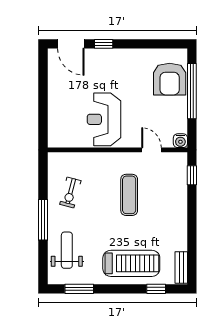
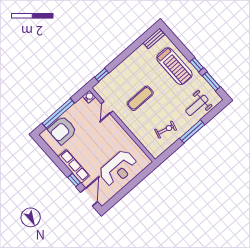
row of seats: (119, 57) -> (74, 166), added
armchair: (170, 79) -> (62, 130), turned 180
reception desk: (104, 119) -> (118, 168), moved
treadmill: (131, 263) -> (174, 66), turned 180
window: (156, 289) -> (197, 65), moved

